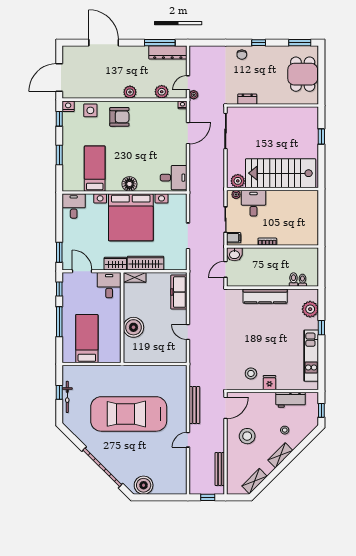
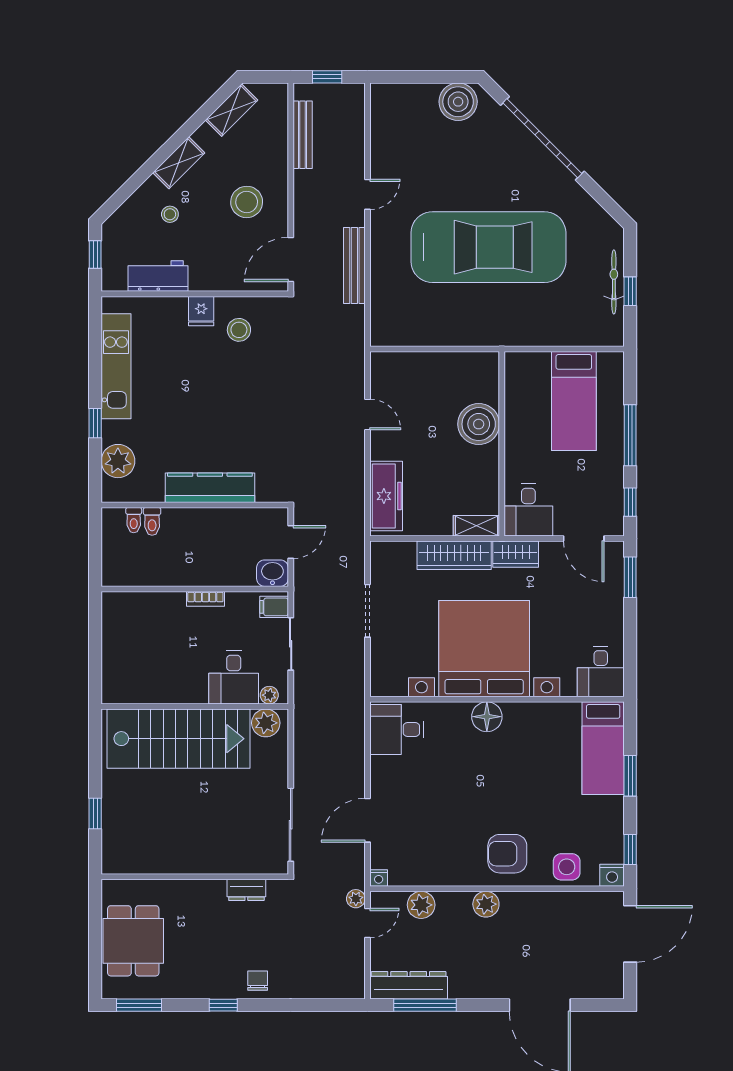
bed: (95, 169) -> (603, 748), moved

